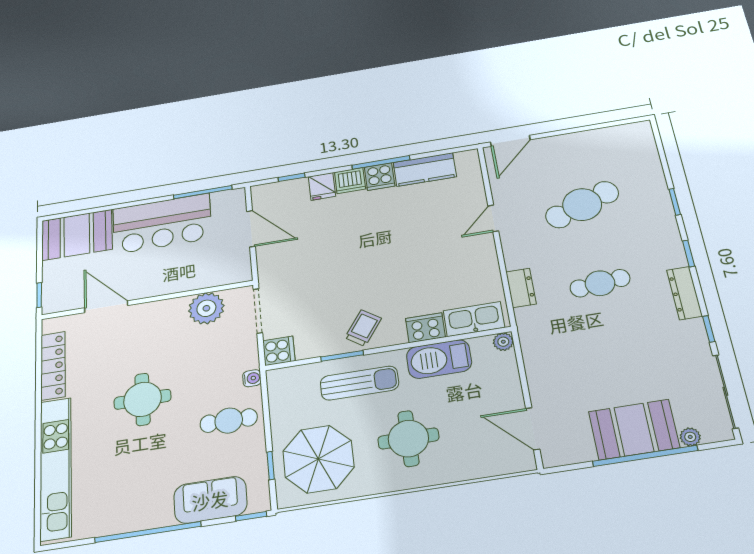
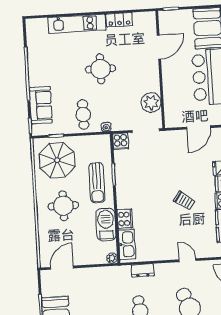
trolley: (363, 328) -> (184, 201), moved
locker: (53, 366) -> (119, 20), width x0.66
kitchen unit: (56, 468) -> (77, 24), width x0.73

